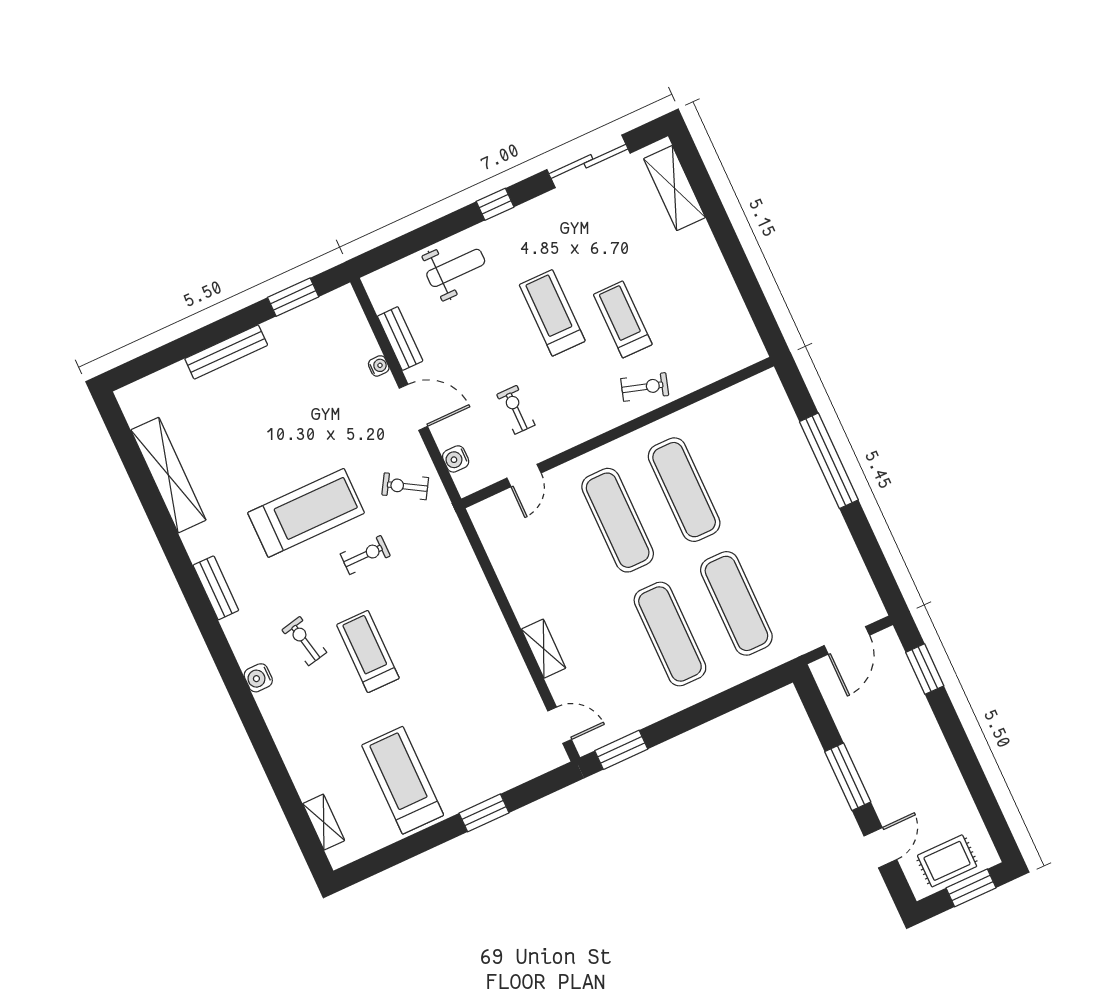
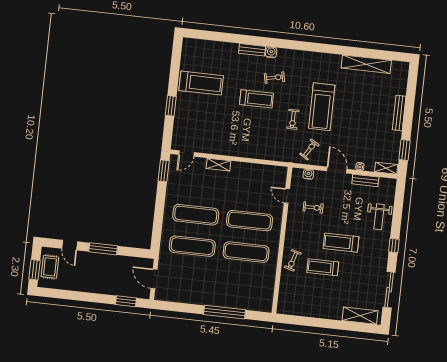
treadmill: (552, 313) -> (341, 243), turned 180
treadmill: (623, 319) -> (323, 267), turned 180
door: (413, 407) -> (337, 170), swing flipped
bench: (216, 588) -> (252, 50), moved
shelving: (324, 822) -> (386, 168), moved

